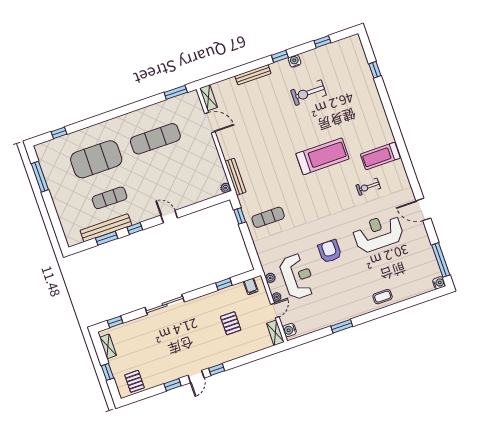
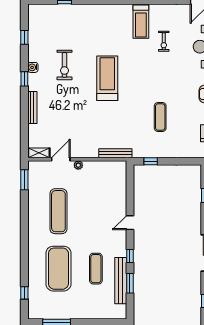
treadmill: (323, 156) -> (107, 78), moved
plant: (226, 188) -> (78, 165), moved
exercise mat: (268, 217) -> (160, 117), moved

